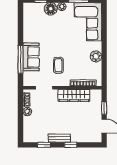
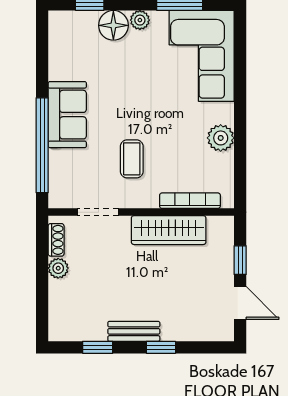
sofa: (31, 57) -> (67, 115), moved
window: (20, 59) -> (42, 145), width x1.46

